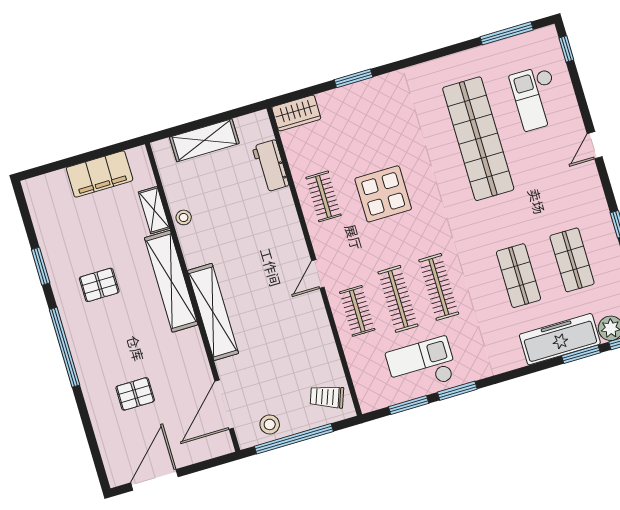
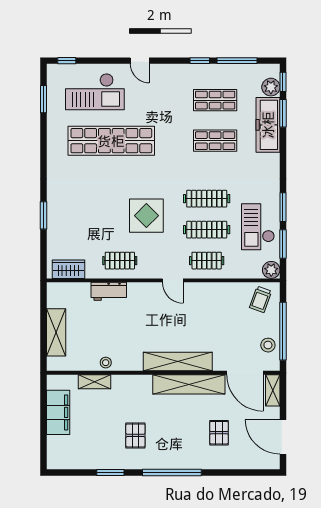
window: (507, 33) -> (44, 99), width x0.69
checkout: (536, 98) -> (95, 92), width x1.36, depth x1.21
wardrobe: (296, 113) -> (68, 269), moved, turned -90
workbench: (270, 166) -> (109, 291), moved
display table: (383, 194) -> (146, 216), moved
shelving: (171, 281) -> (189, 384), moved
plant: (370, 400) -> (271, 270), added
shelving: (212, 448) -> (273, 390), added

